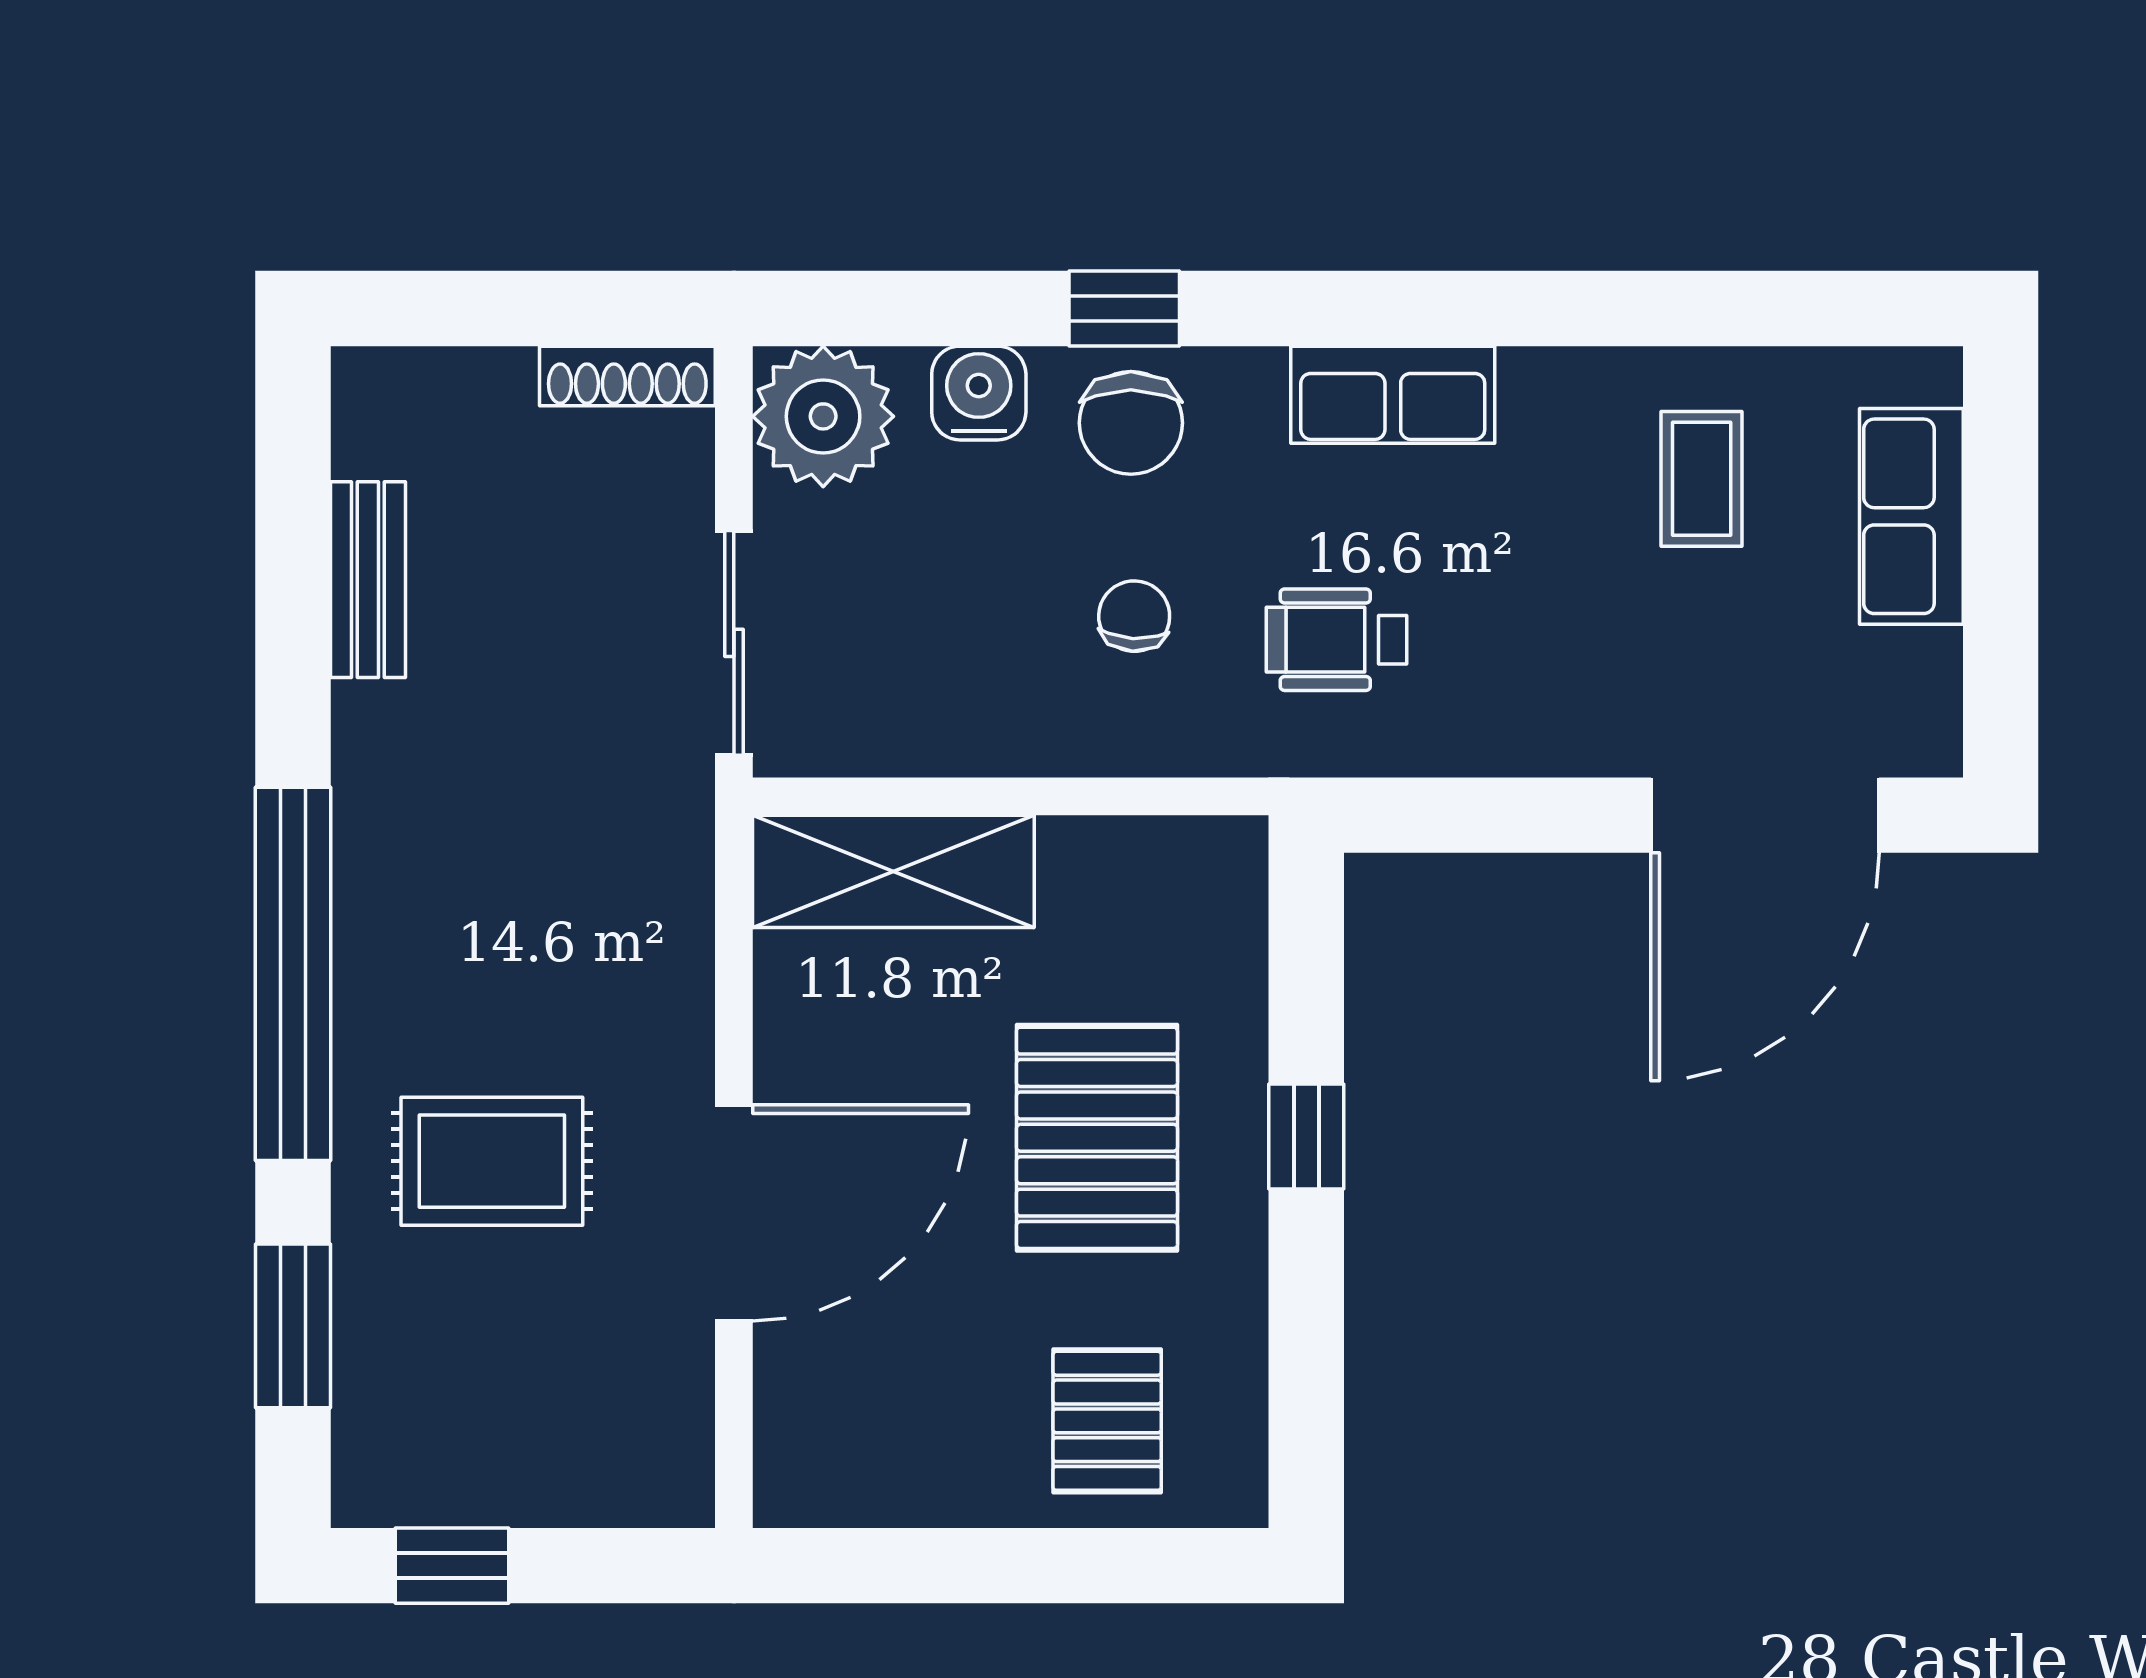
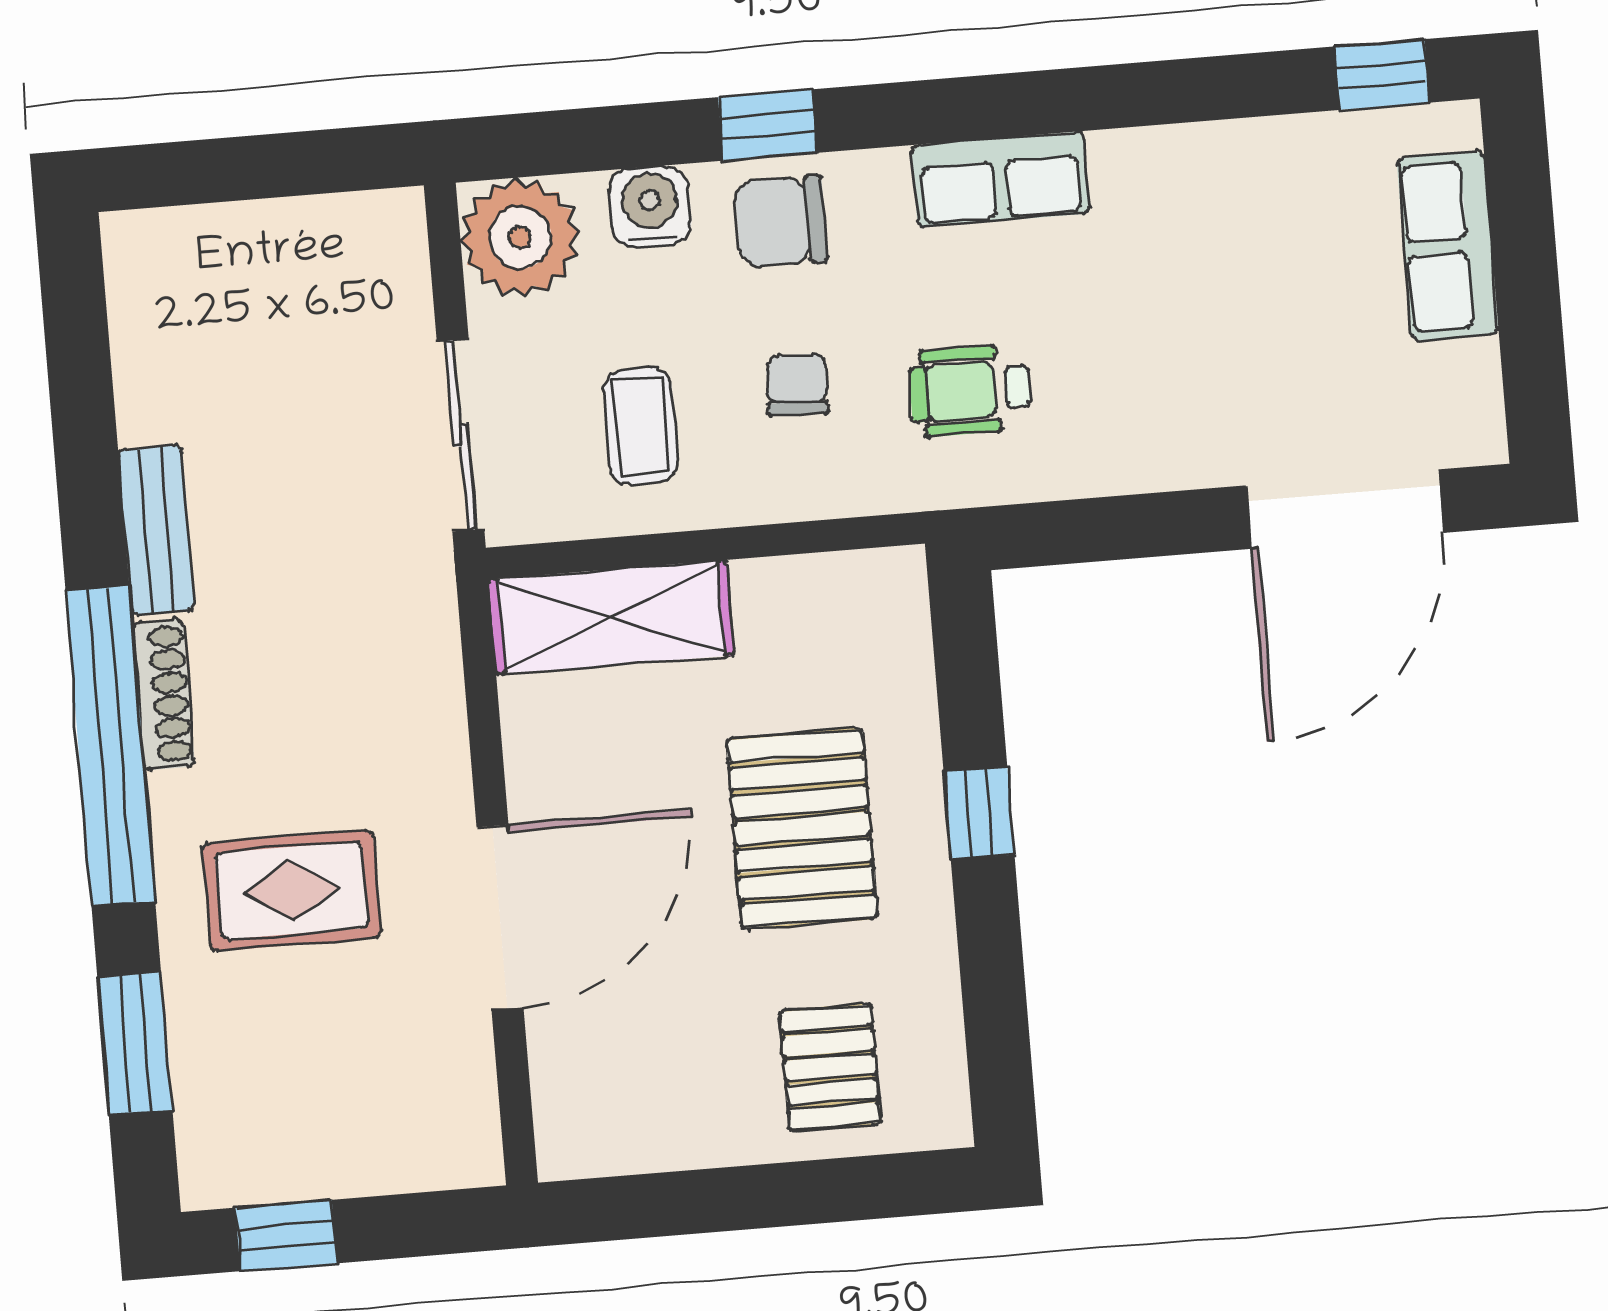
window: (1851, 309) -> (1382, 75), added
shoe rack: (627, 376) -> (164, 694), moved, turned -90
chair: (1131, 423) -> (781, 221), turned 90
coffee table: (1702, 479) -> (640, 426), moved
bench: (368, 580) -> (157, 530), moved

